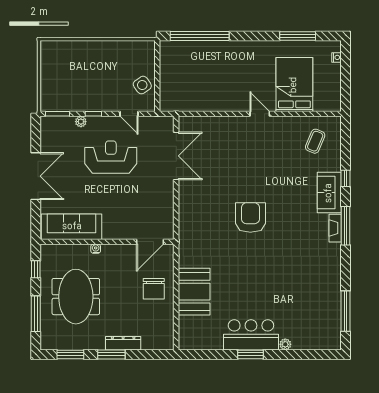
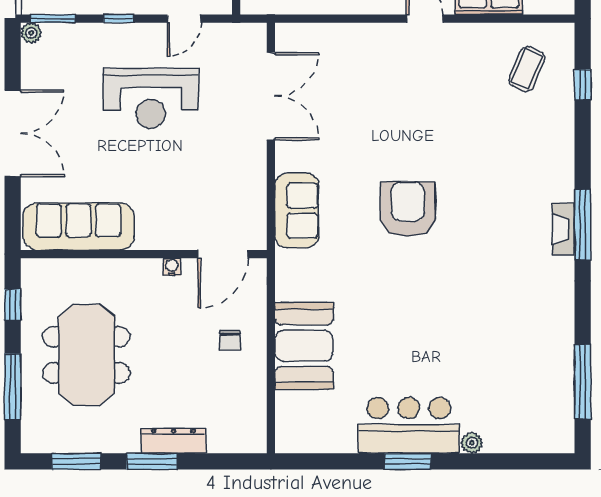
door: (129, 114) -> (184, 19), hinge flipped
plant: (81, 122) -> (31, 33), moved
reception desk: (111, 157) -> (151, 98), turned 180
window: (345, 178) -> (583, 85), moved
sofa: (329, 193) -> (297, 210), moved, turned 180
water cooler: (96, 249) -> (172, 267), moved
chair: (154, 289) -> (230, 341), width x0.54, depth x0.54

